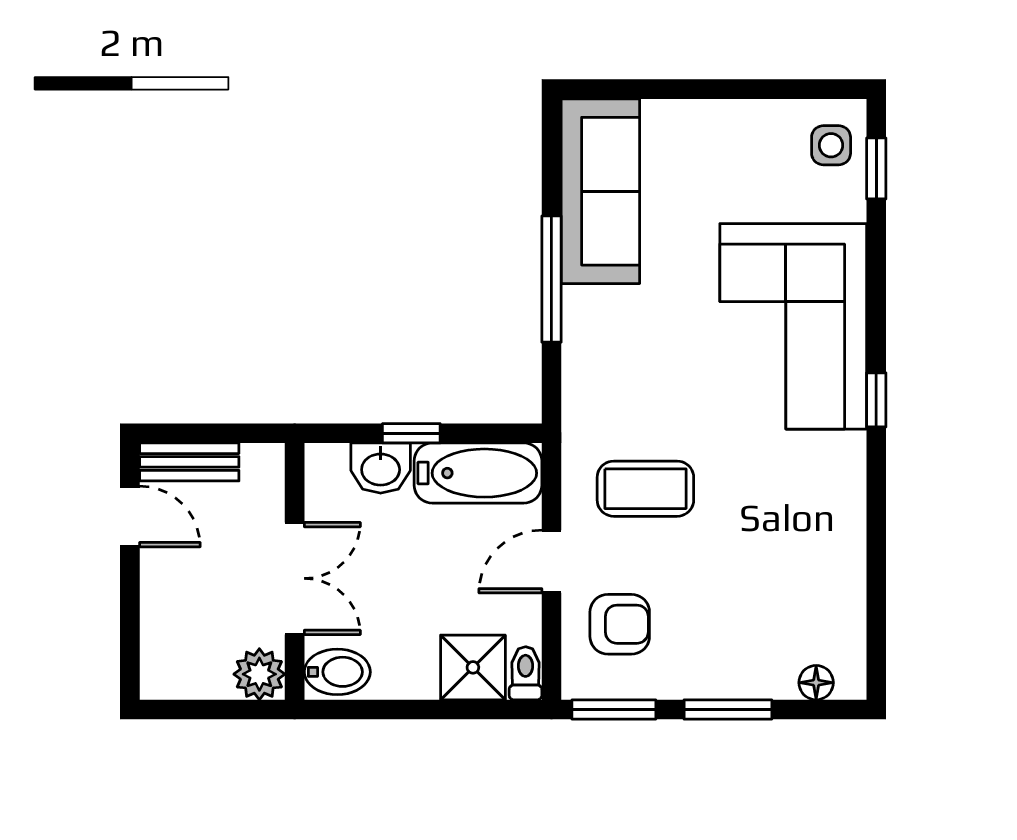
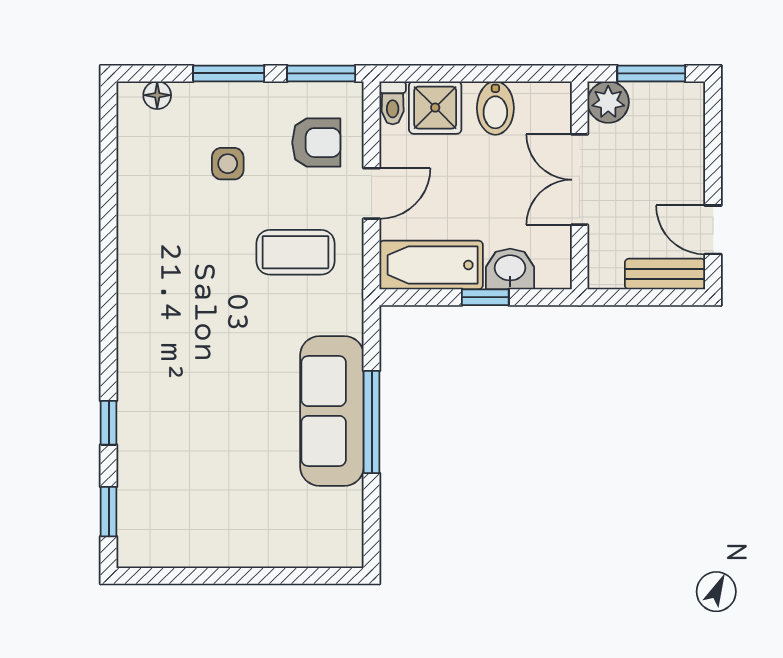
side table: (831, 145) -> (228, 164), moved
sofa: (600, 191) -> (332, 411), moved
corner sofa: (793, 326) -> (176, 384), removed
window: (876, 400) -> (109, 423), moved
armchair: (620, 624) -> (316, 143), turned 180
bidet: (337, 672) -> (495, 108), moved, turned -90
window: (206, 710) -> (651, 73), added

